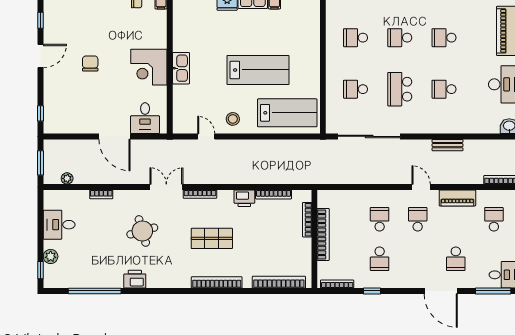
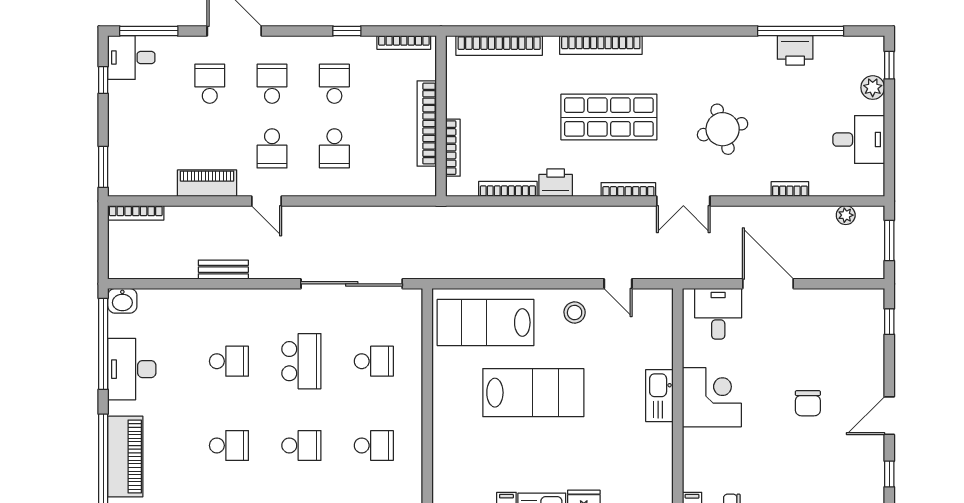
lab bench: (258, 70) -> (533, 393), turned 180
school desk: (494, 219) -> (272, 84), moved, turned 180
shop shelf: (212, 238) -> (609, 117), width x1.43, depth x1.36
printer: (135, 279) -> (795, 50), moved

